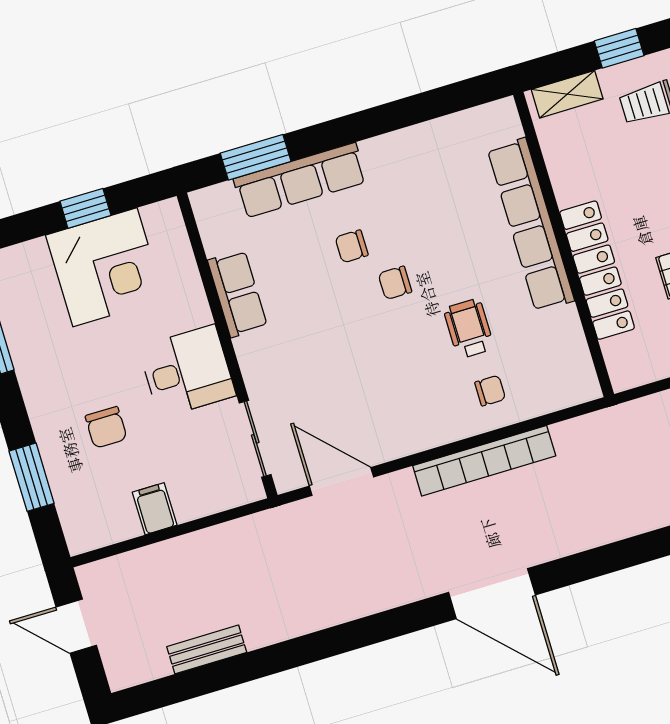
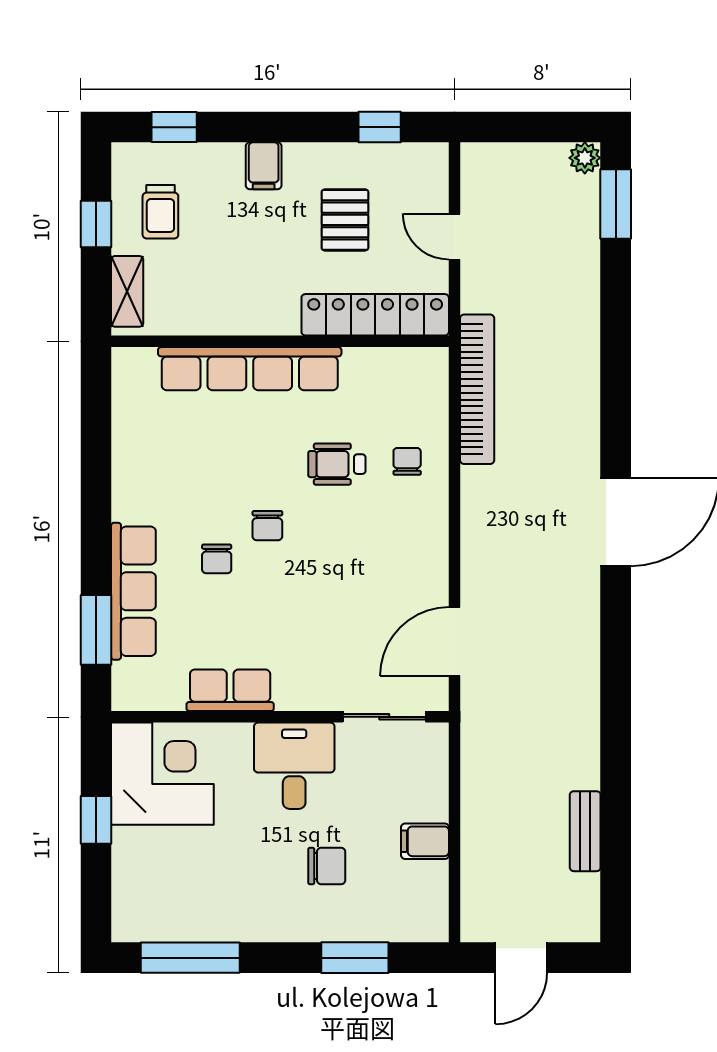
corner desk: (105, 267) -> (162, 774), moved
locker: (597, 270) -> (375, 315), moved
bookcase: (484, 461) -> (477, 389), moved

